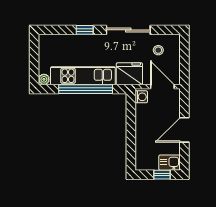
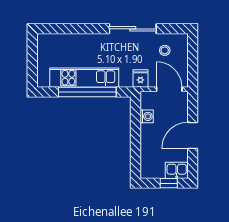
window: (85, 30) -> (86, 29), removed
fridge: (129, 74) -> (140, 79), width x0.53, depth x0.75
plant: (44, 79) -> (43, 81), removed
washing machine: (141, 97) -> (147, 116), moved

